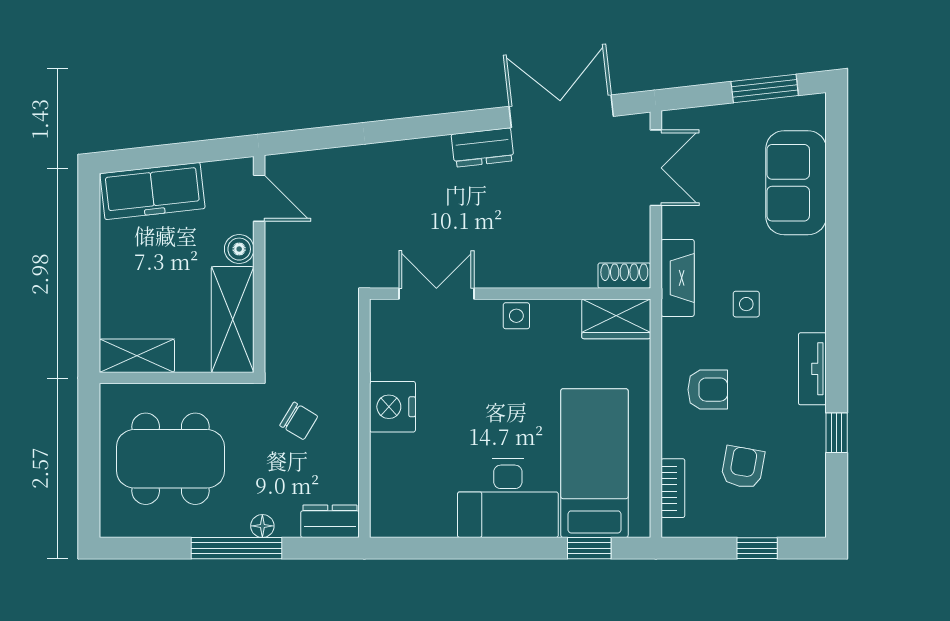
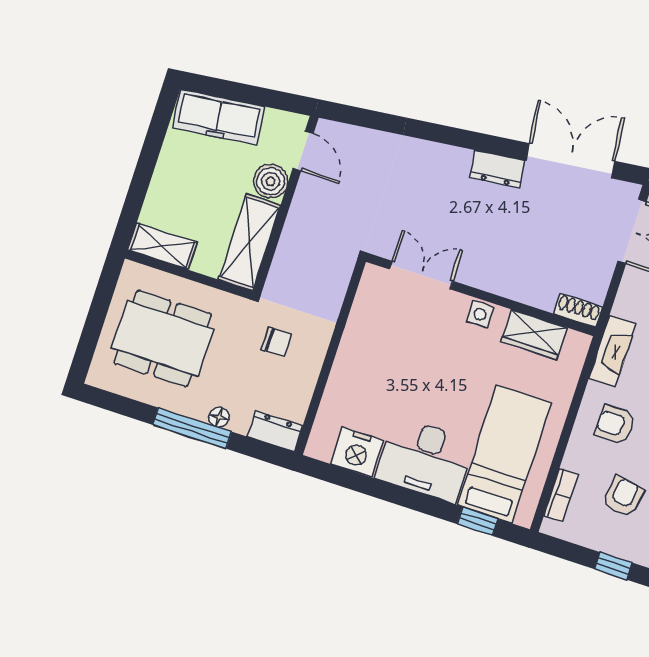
boiler: (239, 249) -> (271, 181), width x1.36, depth x1.36
fireplace: (678, 278) -> (612, 351), moved
wardrobe: (616, 319) -> (534, 335), moved
armchair: (708, 390) -> (615, 425), turned 180
nightstand: (393, 407) -> (357, 452), moved, turned -90
chair: (299, 421) -> (276, 342), turned -31

